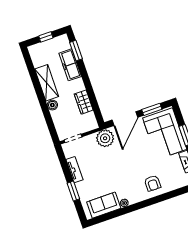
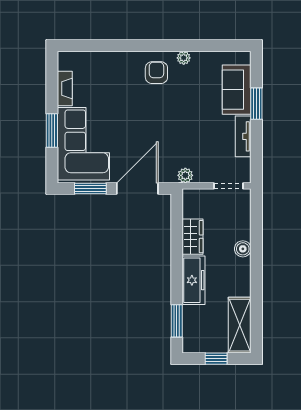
freezer: (70, 65) -> (193, 280), moved
shelving: (47, 83) -> (240, 325), moved
plant: (105, 138) -> (185, 175), width x0.53, depth x0.53
armchair: (153, 183) -> (156, 73), moved
sofa: (104, 205) -> (237, 90), moved, turned 90

